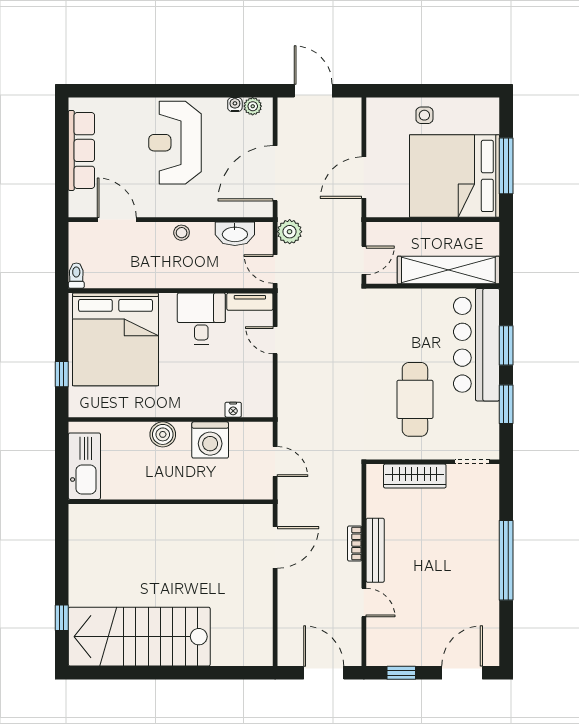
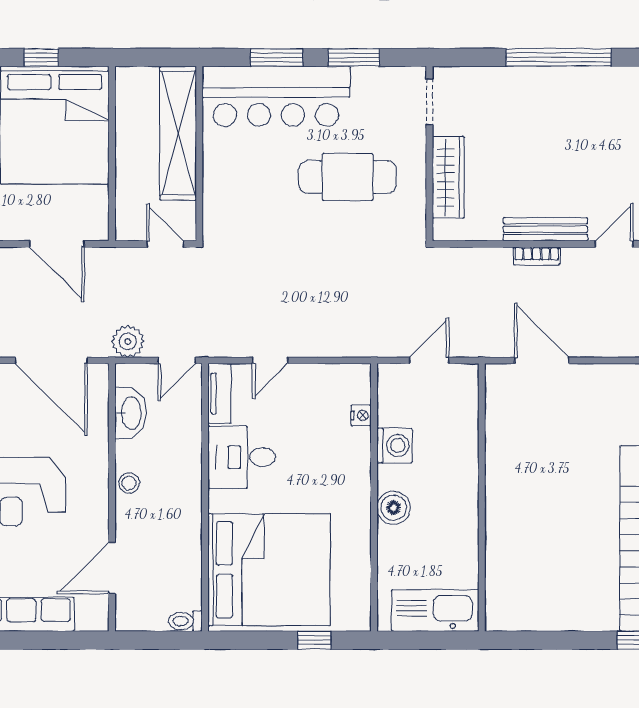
window: (506, 166) -> (41, 57), width x0.46
washing machine: (210, 440) -> (394, 446), width x0.73, depth x0.73

